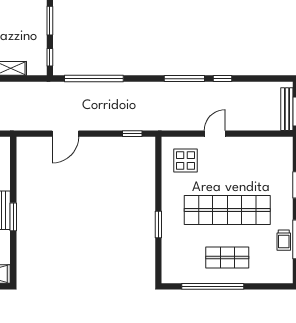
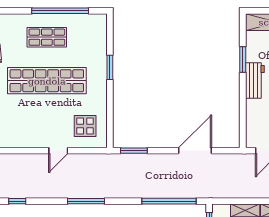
window: (223, 79) -> (17, 201), moved
door: (65, 134) -> (195, 151), width x1.36
window: (132, 134) -> (134, 151), width x1.50
window: (13, 217) -> (243, 60), moved

